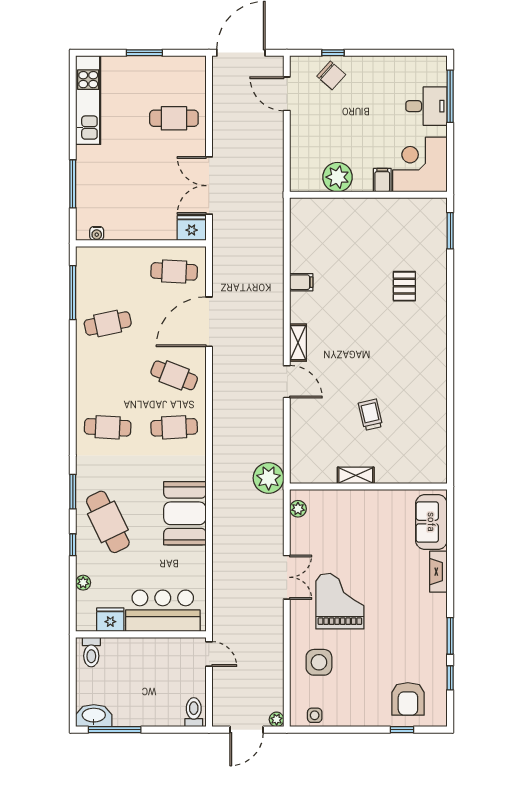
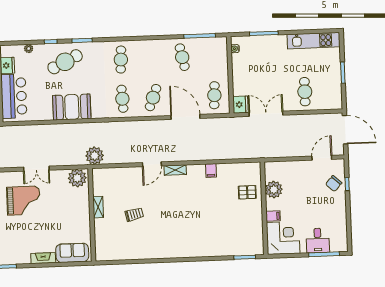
pallet: (404, 286) -> (247, 192), moved
plant: (298, 509) -> (77, 178), width x1.88, depth x1.88

